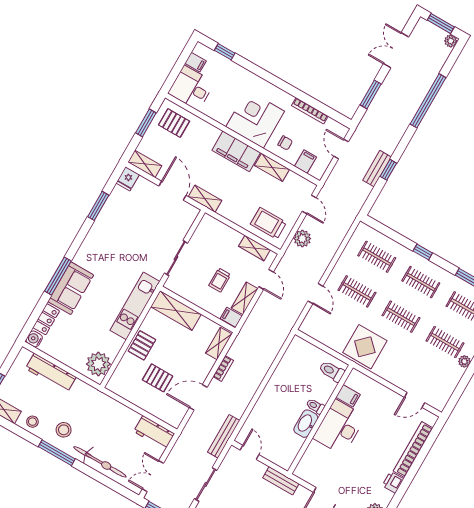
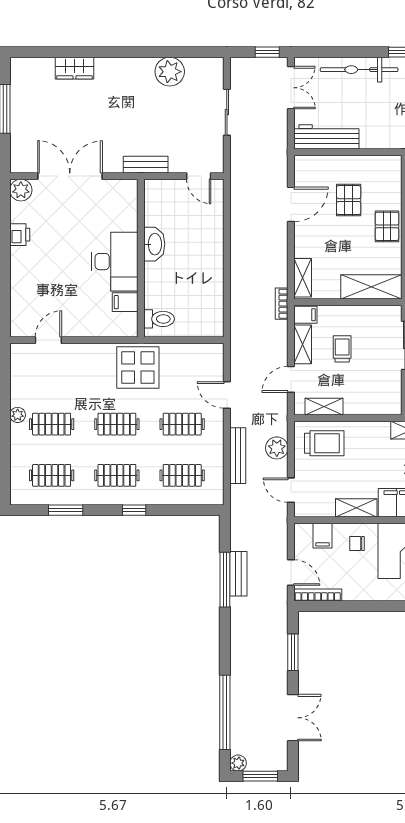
window: (428, 101) -> (225, 712), moved
bookcase: (310, 111) -> (318, 595), moved
window: (388, 170) -> (225, 580), width x2.17
door: (266, 279) -> (291, 379), hinge flipped
bookcase: (223, 369) -> (282, 304), moved
pallet: (158, 378) -> (349, 200), turned 90
toilet: (315, 406) -> (155, 270), removed
workbench: (154, 433) -> (326, 137), width x1.38
bench: (224, 436) -> (238, 456), moved
bookcase: (413, 449) -> (18, 284), removed

